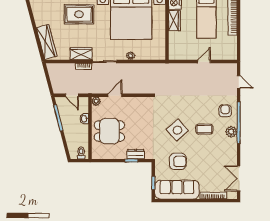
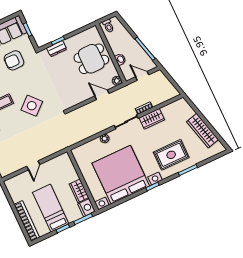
wardrobe: (47, 42) -> (203, 131), moved
door: (115, 95) -> (102, 95), swing flipped
side table: (177, 130) -> (32, 106), moved

